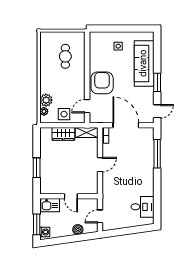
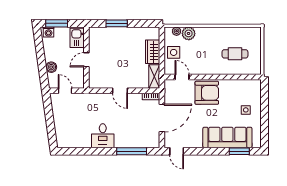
window: (157, 82) -> (239, 151), moved
desk: (142, 207) -> (103, 136), moved

